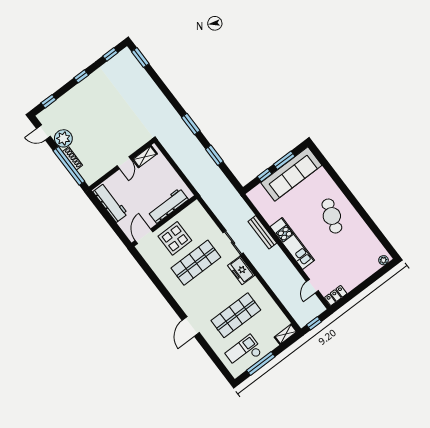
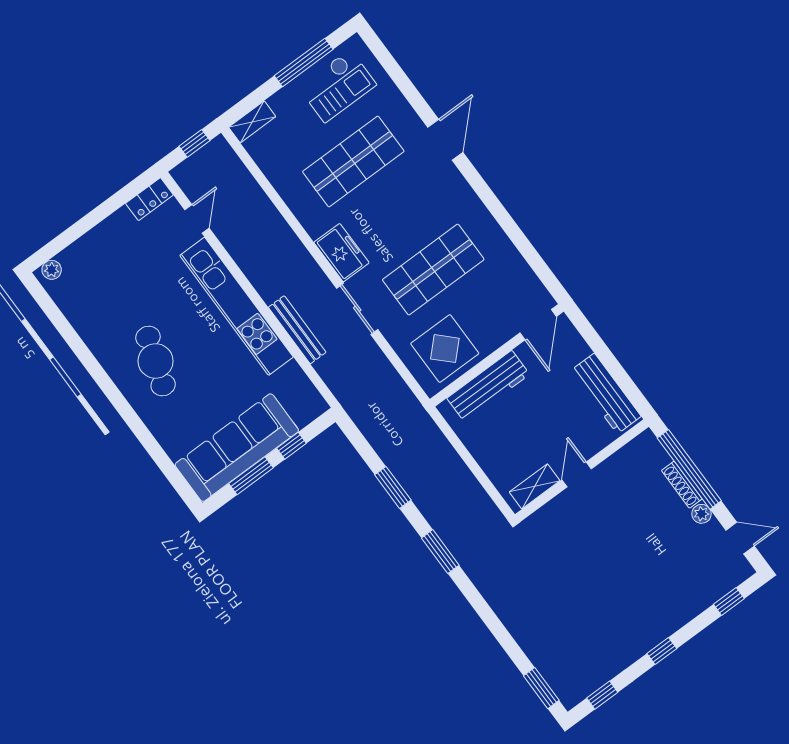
plant: (63, 138) -> (701, 514), width x0.53, depth x0.53
display table: (175, 238) -> (445, 349), moved
kitchen unit: (292, 243) -> (237, 306), width x1.36

